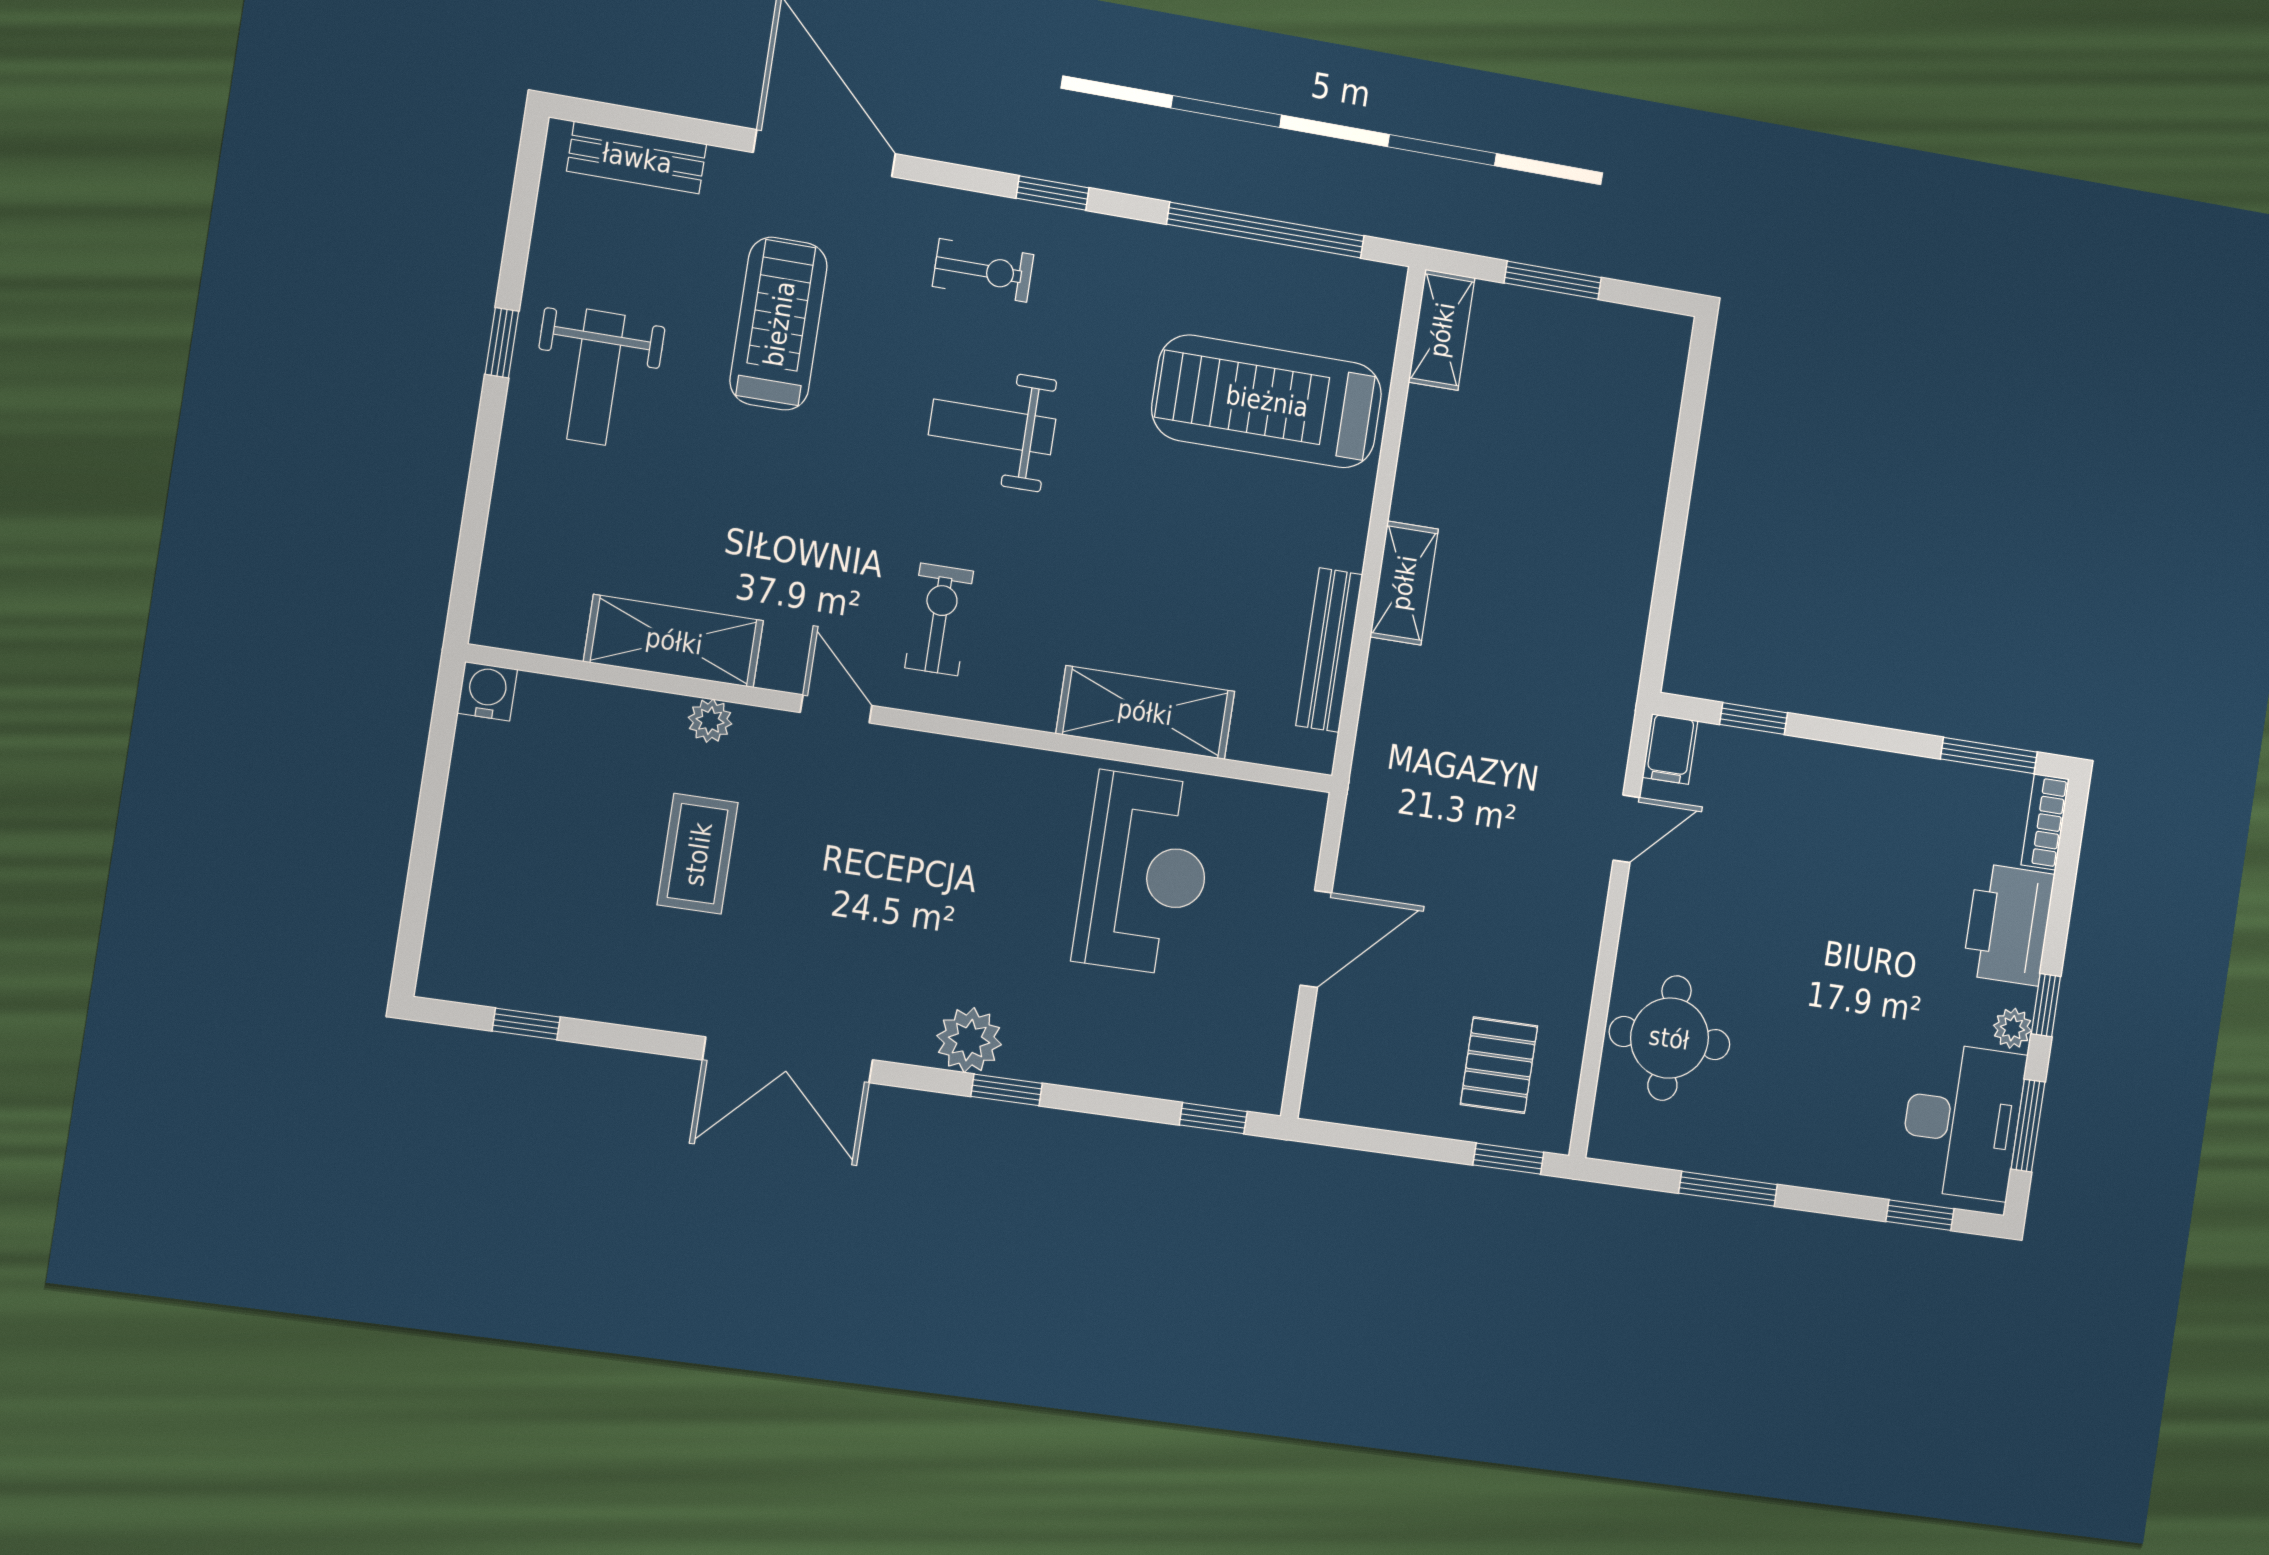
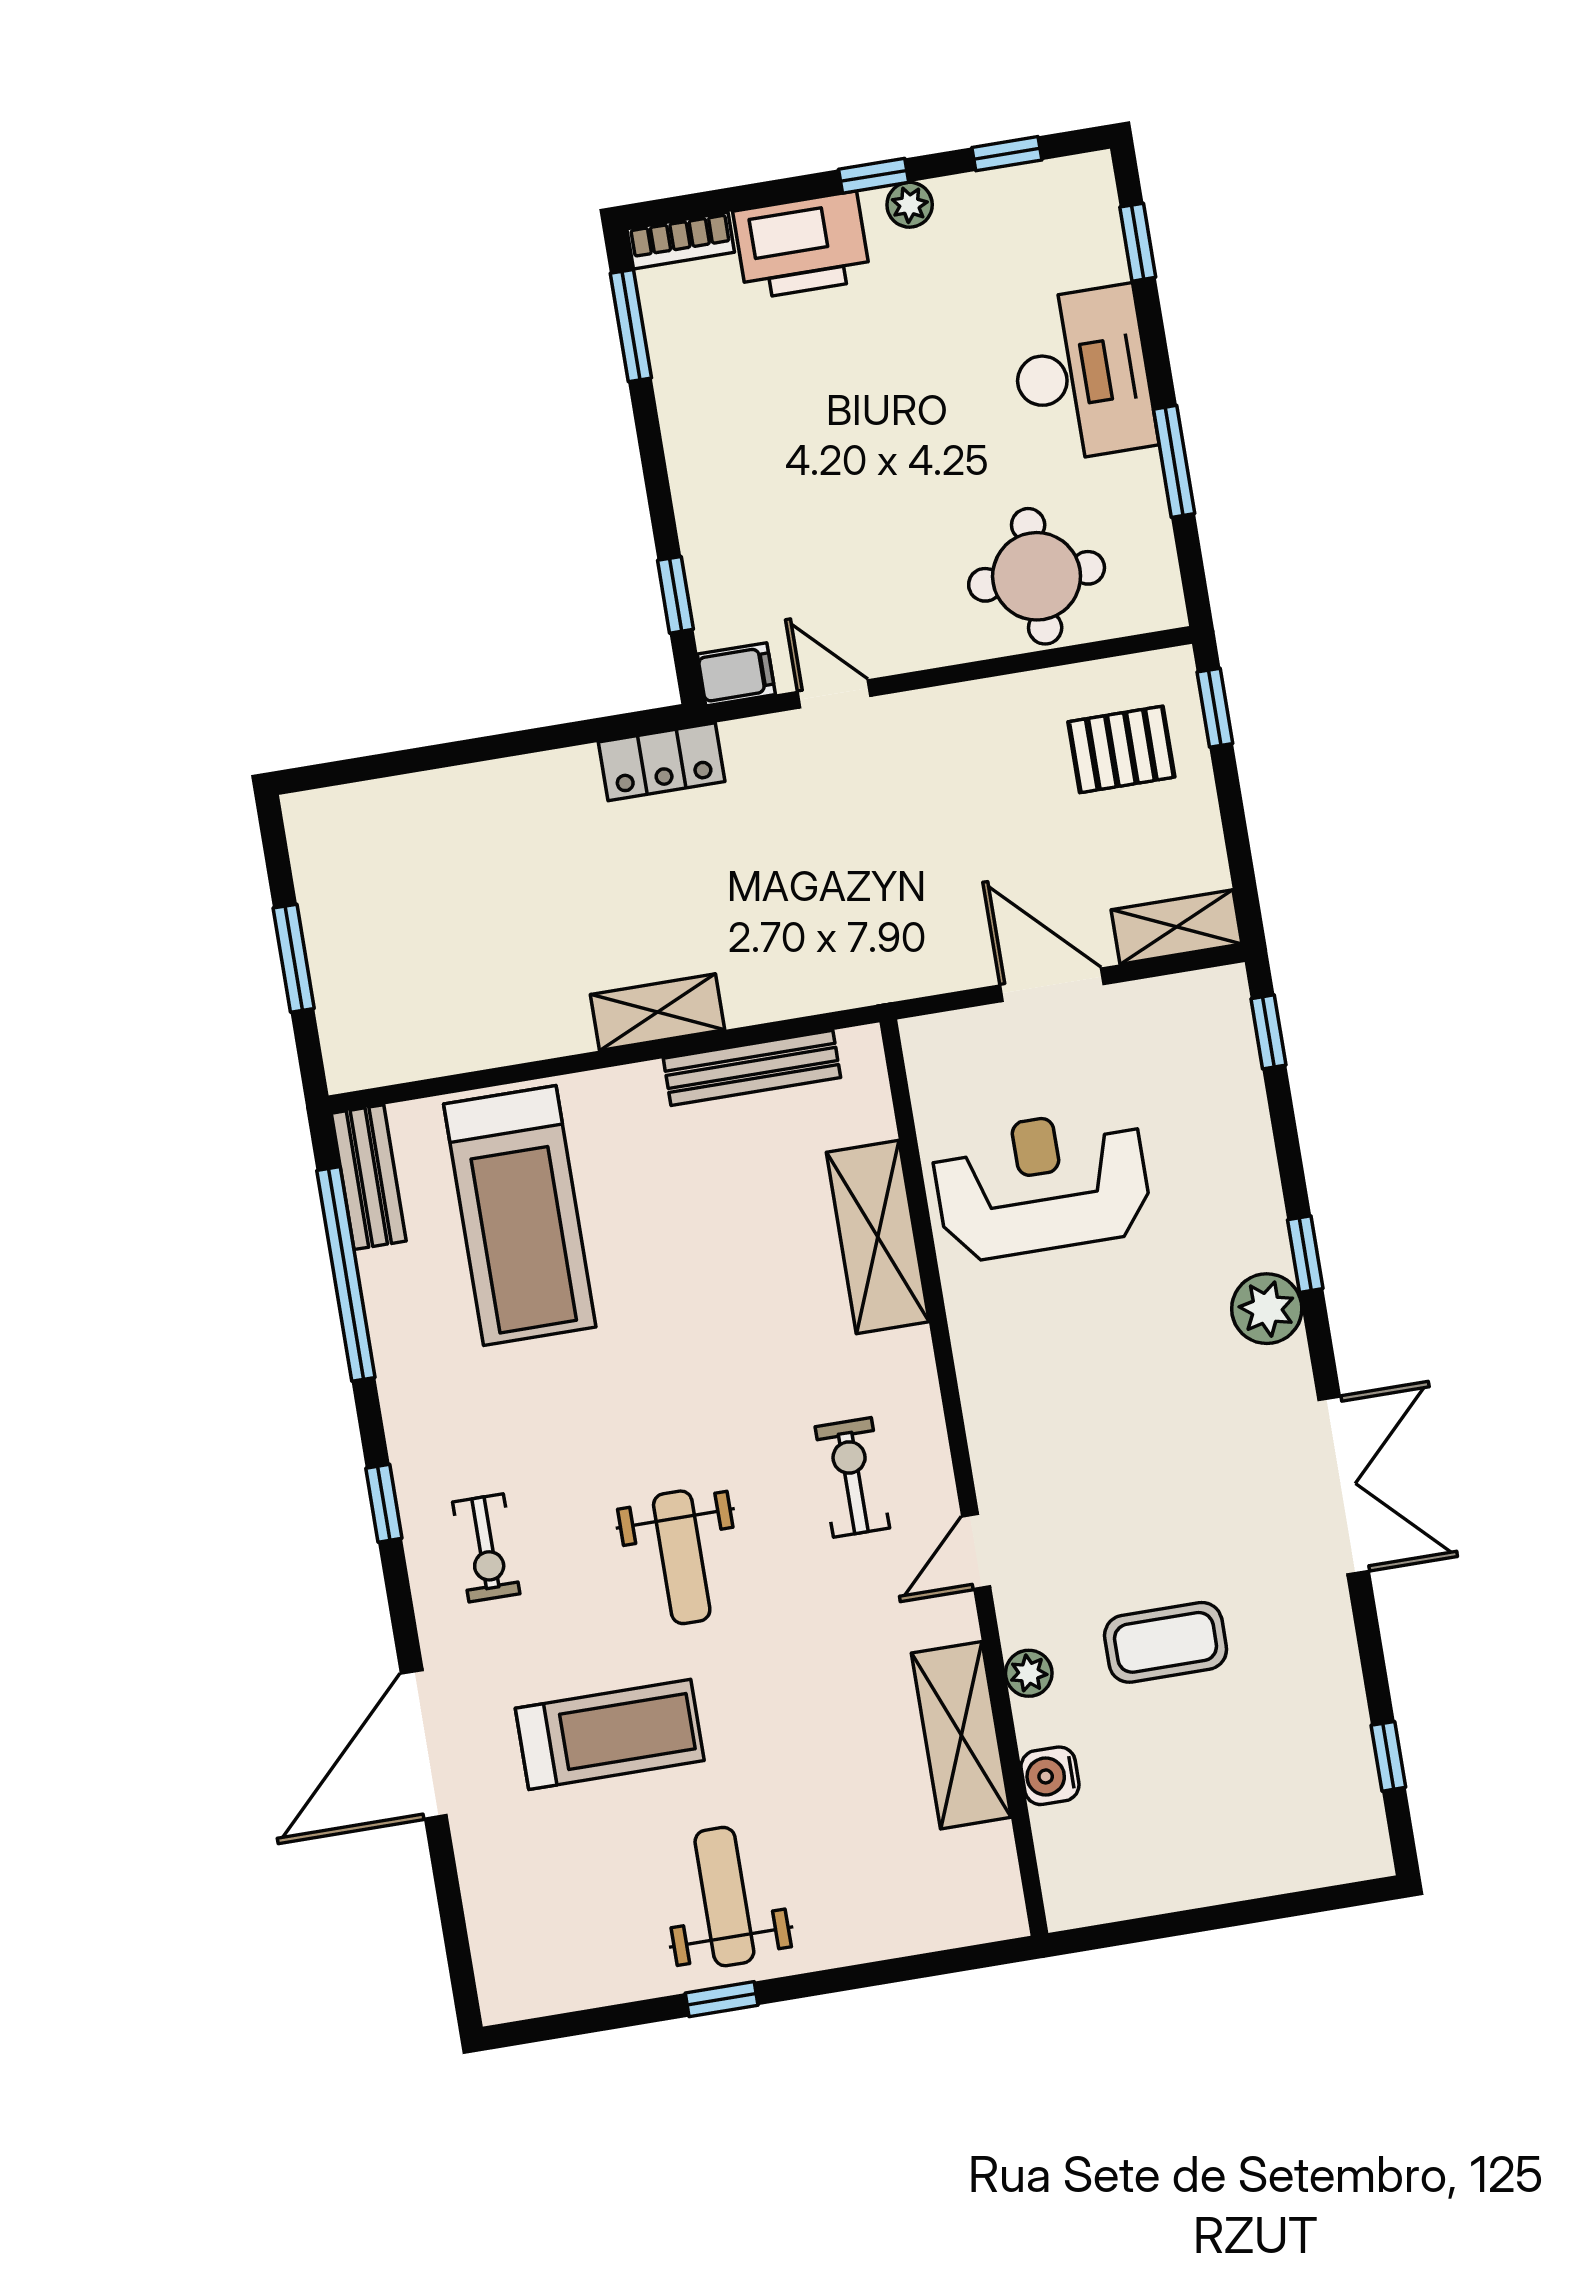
bench: (637, 158) -> (369, 1177), moved
exercise bike: (983, 270) -> (486, 1548), turned 180
treadmill: (779, 324) -> (610, 1734), turned 180
shelving: (1442, 330) -> (1177, 927), moved
weight bench: (596, 377) -> (724, 1897), turned -90
weight bench: (992, 427) -> (682, 1557), moved
exercise bike: (939, 619) -> (852, 1477), turned 90
locker: (1617, 659) -> (662, 762), added
water cooler: (487, 691) -> (1050, 1776), moved
desk: (1962, 1121) -> (1082, 374), moved, turned 90
window: (2028, 1126) -> (1007, 154), width x0.67

